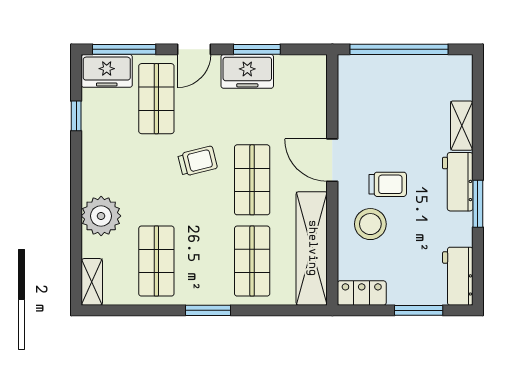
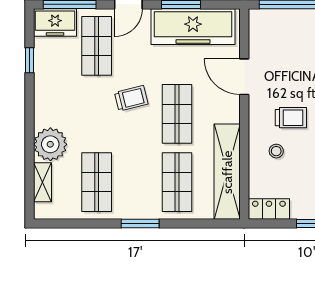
freezer: (247, 71) -> (193, 27), width x1.91, depth x1.26
door: (332, 160) -> (244, 77), moved
stool: (370, 224) -> (276, 151), width x0.53, depth x0.53
shelving: (92, 282) -> (43, 182), moved

